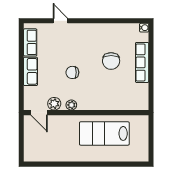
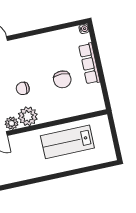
chair: (111, 61) -> (62, 79), moved
plant: (71, 105) -> (28, 116), width x1.87, depth x1.87

